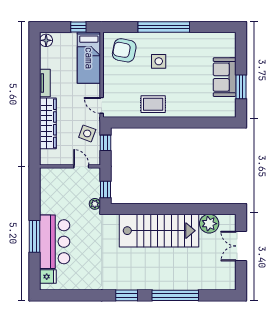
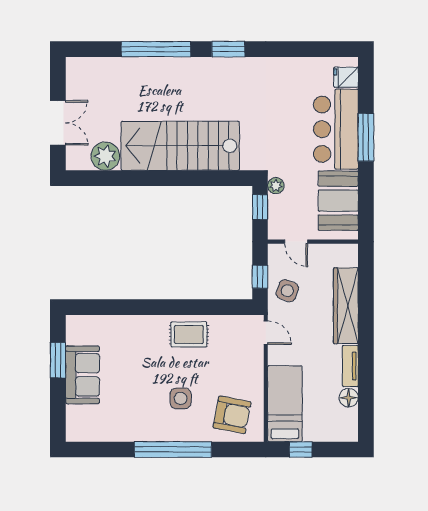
floor lamp: (46, 40) -> (349, 398), moved
booth: (53, 194) -> (338, 201), added

